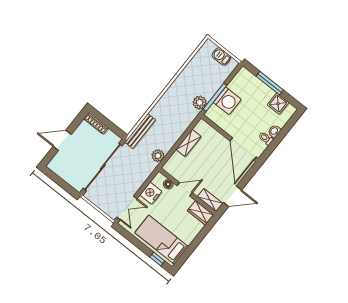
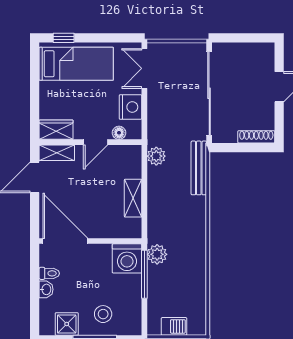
stool: (254, 93) -> (103, 314), added
washing machine: (227, 101) -> (127, 258), moved, turned -90

